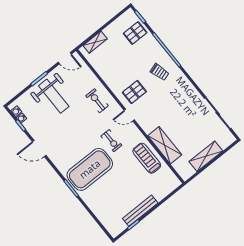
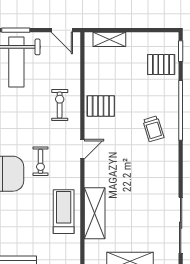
pallet: (134, 92) -> (101, 106), moved
door: (129, 115) -> (82, 149), swing flipped

